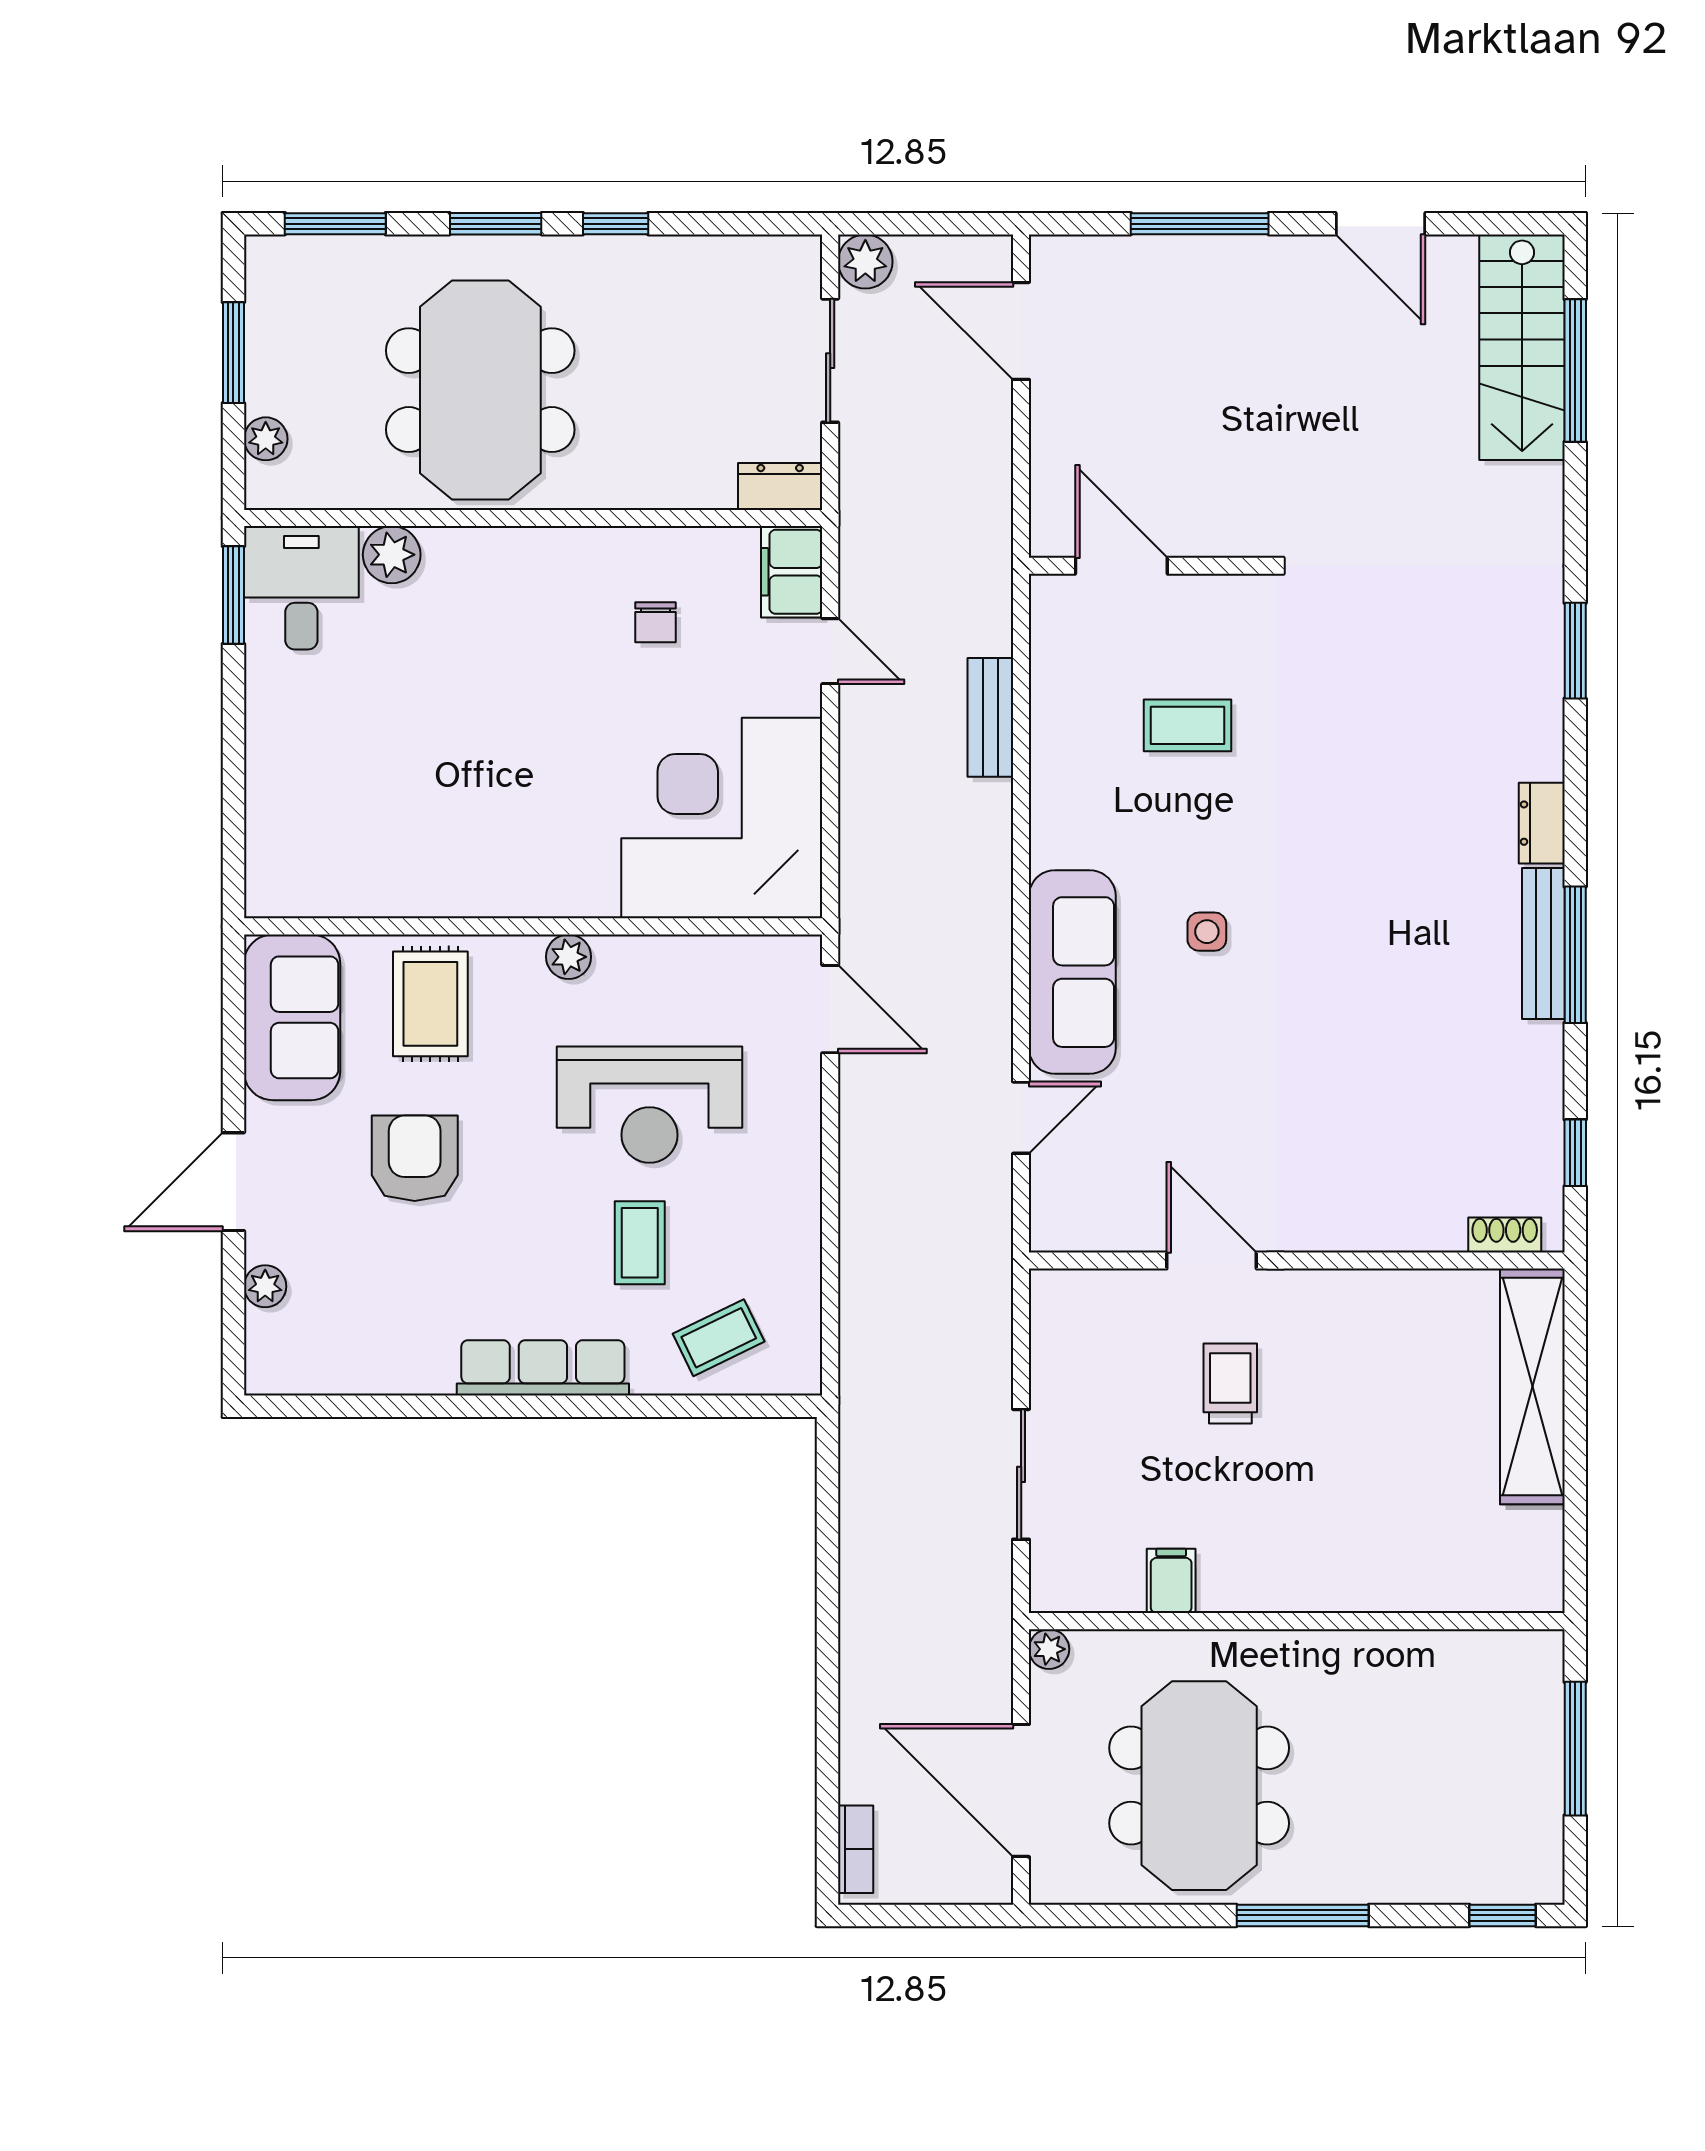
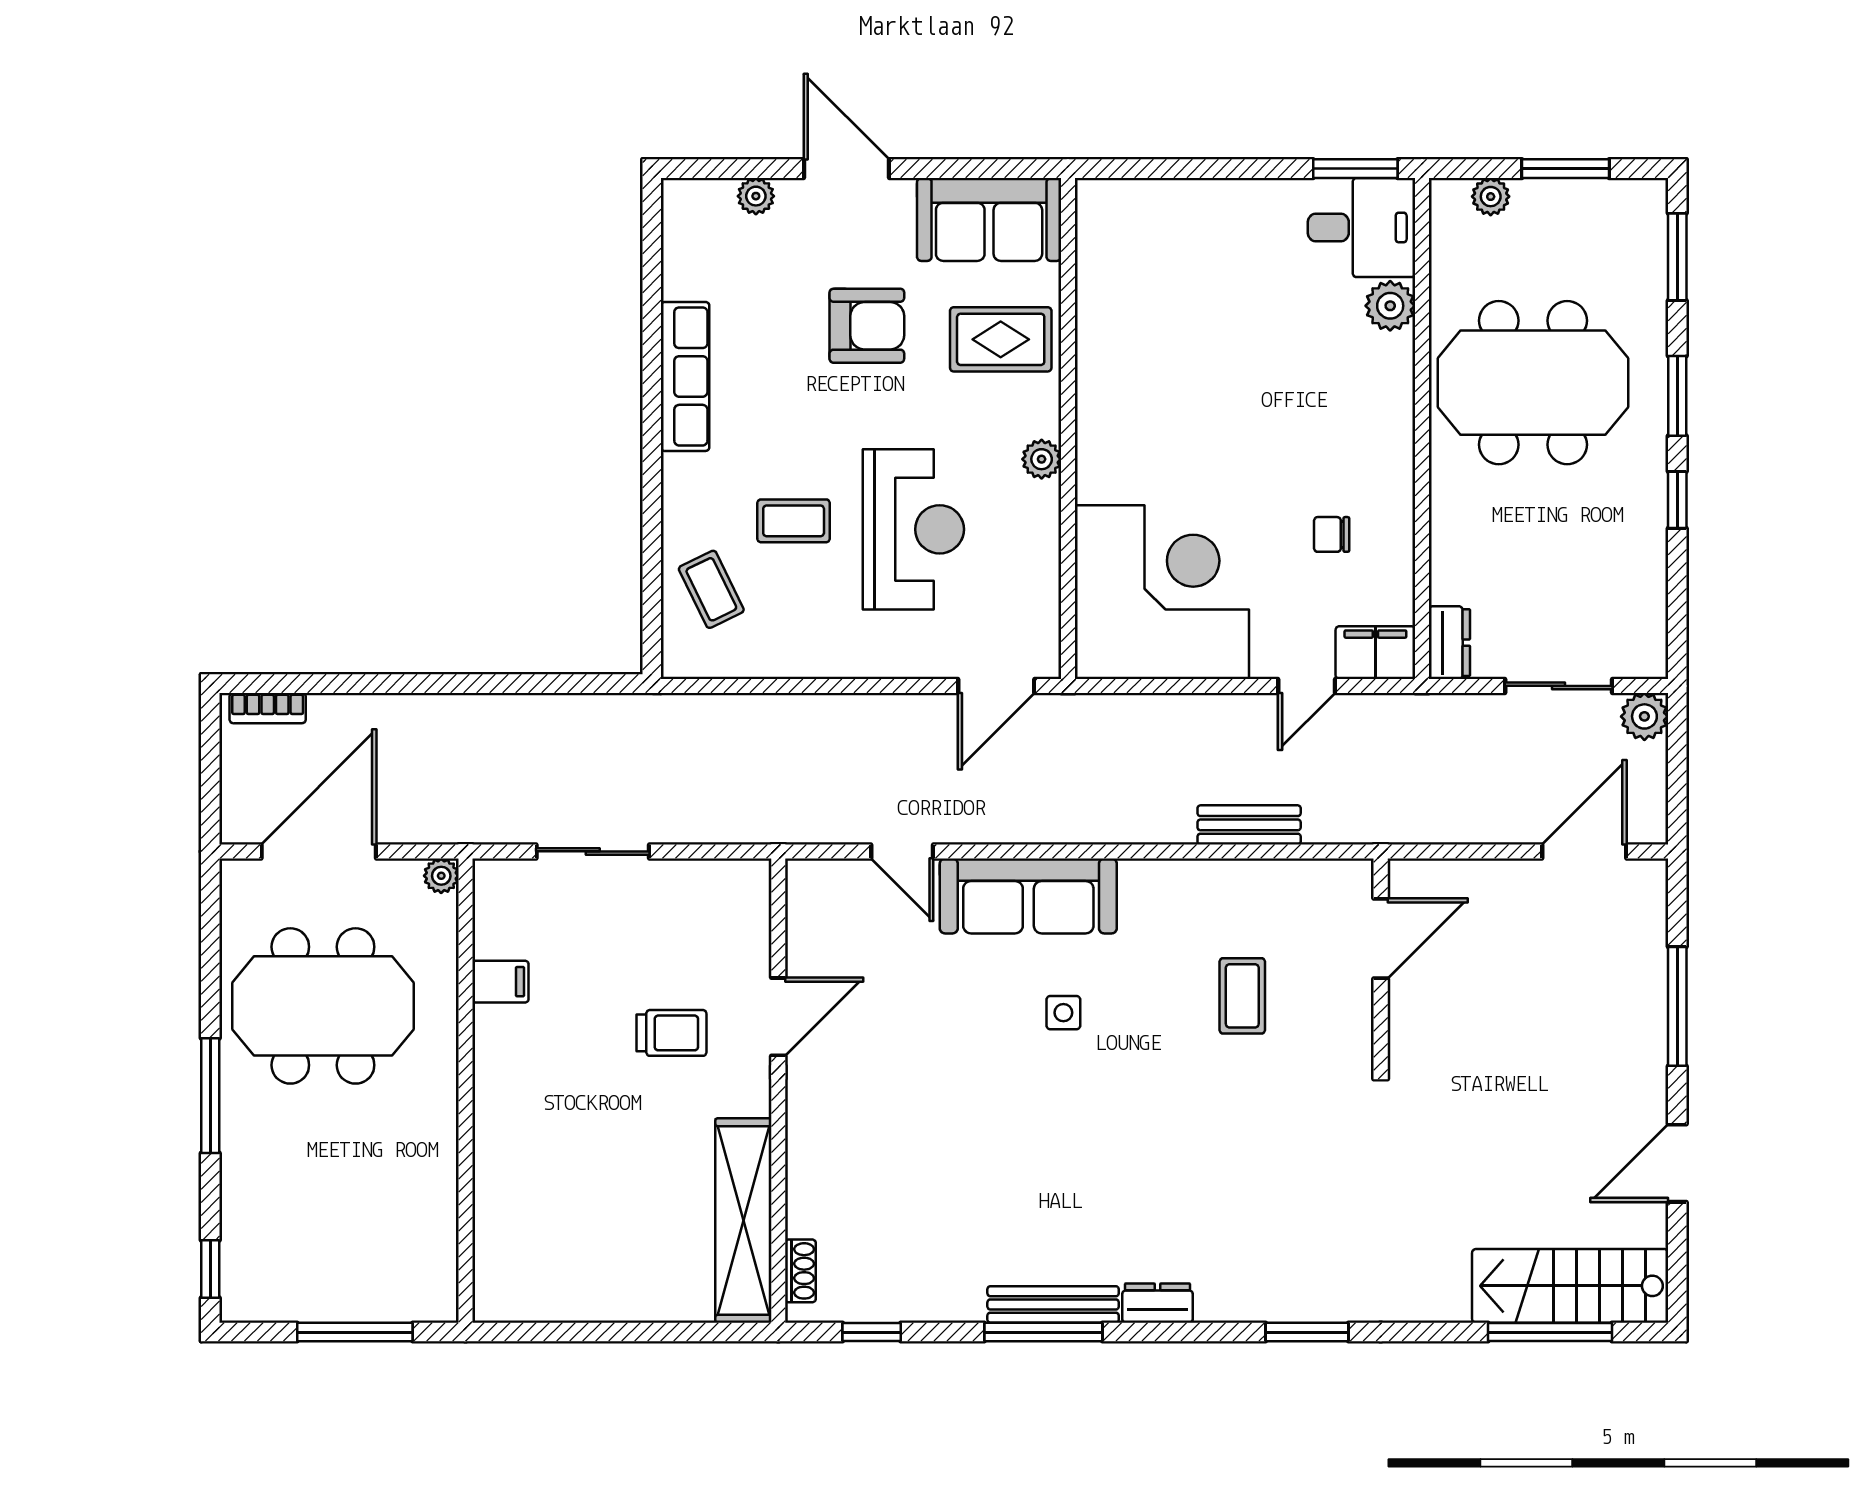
reception desk: (649, 1105) -> (913, 529), turned 180
row of seats: (543, 1368) -> (685, 376), moved
shelving: (1532, 1386) -> (743, 1220), moved, turned 90

